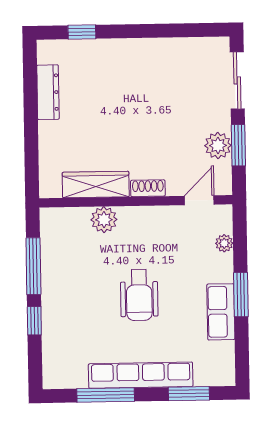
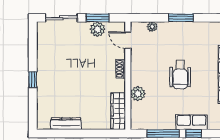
window: (82, 32) -> (33, 80), moved
wardrobe: (96, 185) -> (118, 111), moved
wheelchair: (139, 295) -> (180, 75), turned 90
row of seats: (221, 312) -> (191, 122), moved, turned 180

